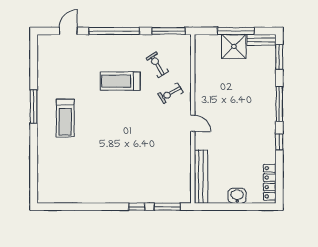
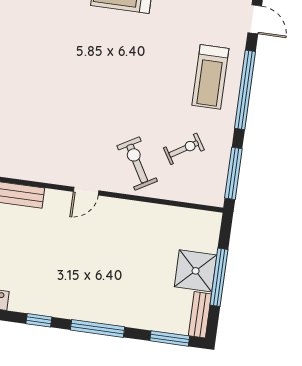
treadmill: (120, 81) -> (210, 77), moved, turned 180
exercise bike: (171, 93) -> (137, 163), width x1.38, depth x1.39

